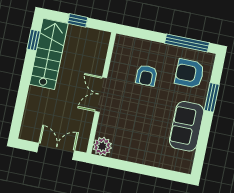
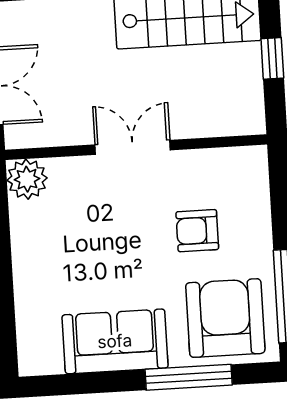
armchair: (189, 73) -> (225, 318), width x1.36, depth x1.36
window: (212, 97) -> (189, 377), width x1.44

